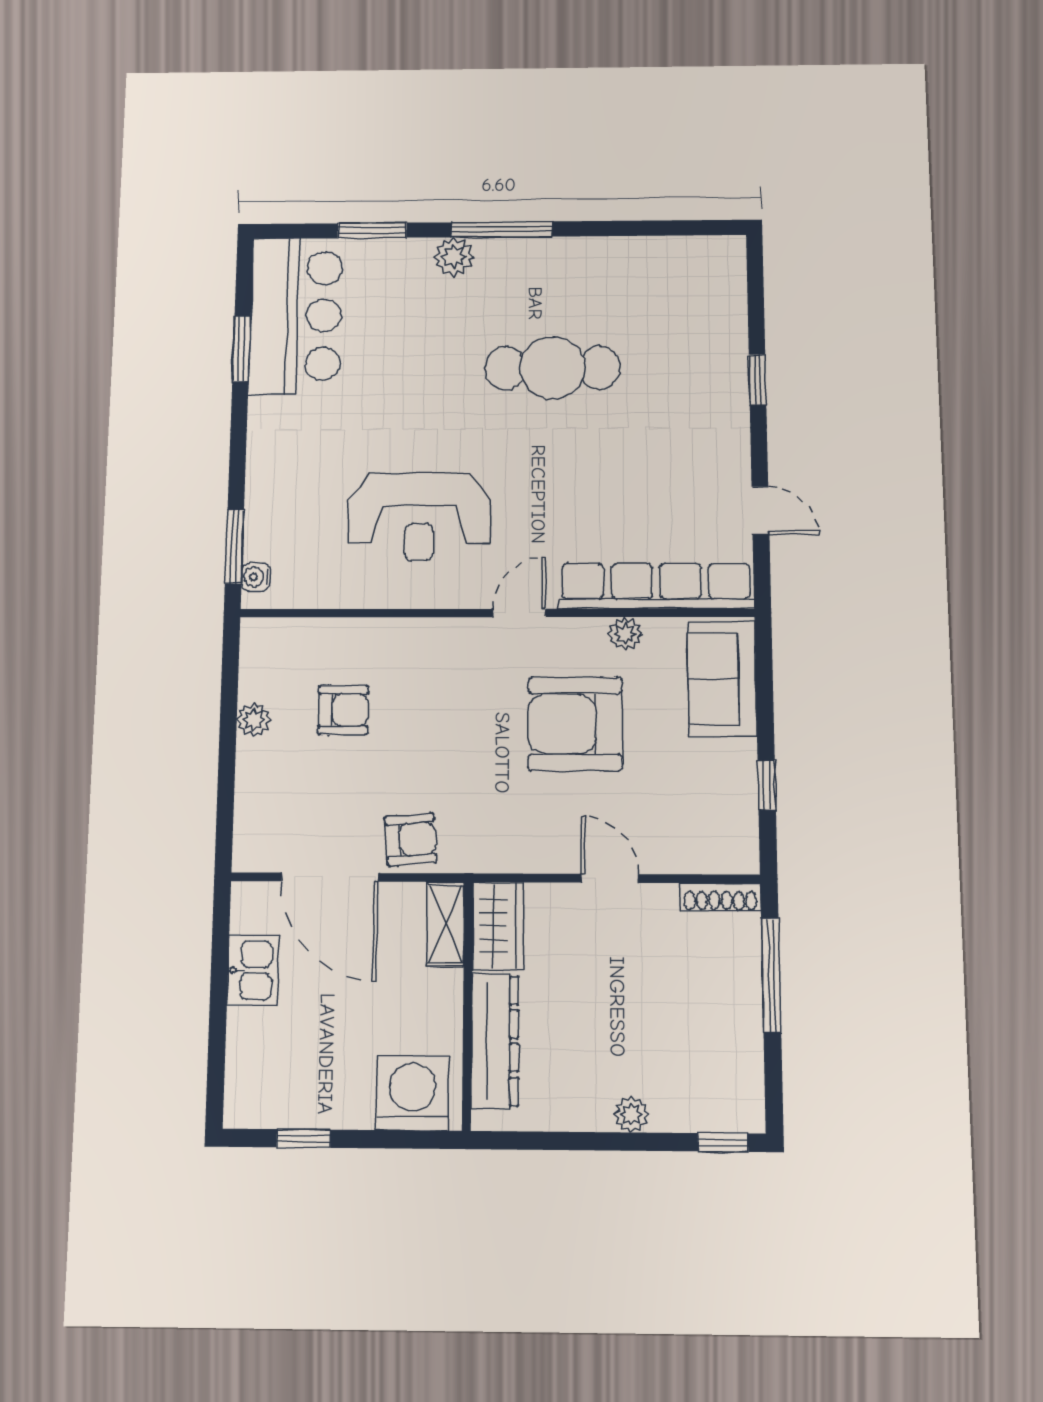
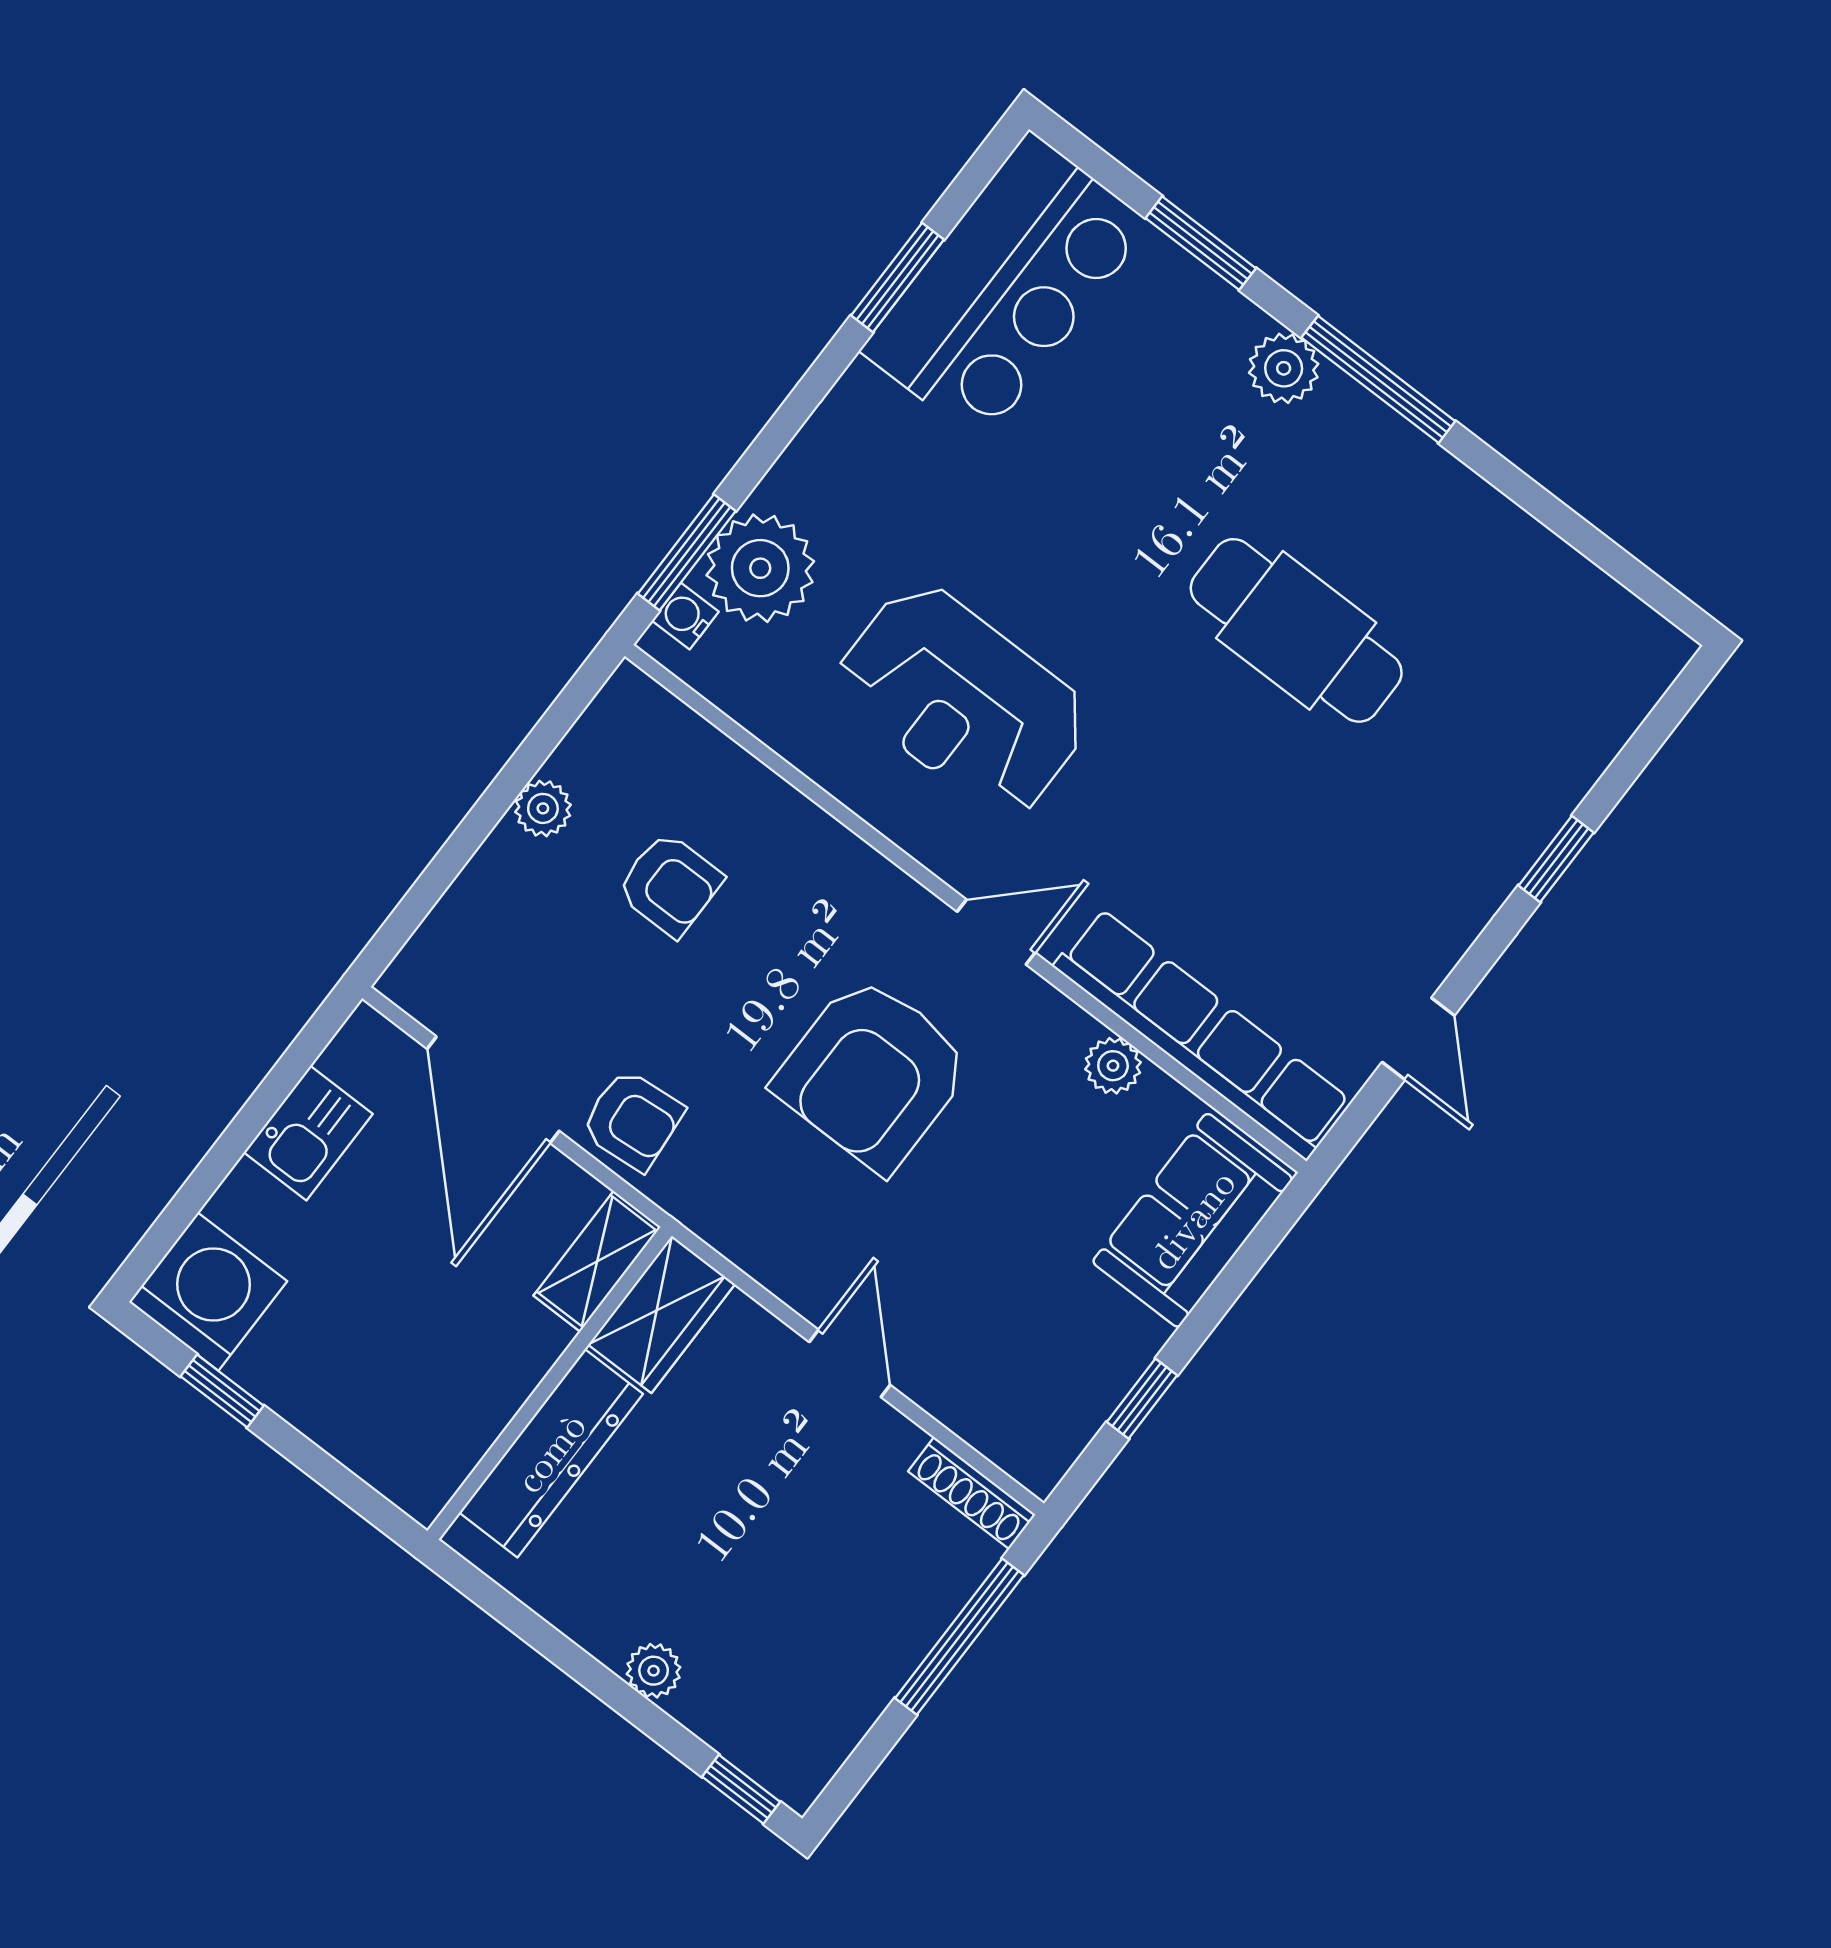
plant: (276, 528) -> (760, 568), added
armchair: (575, 724) -> (873, 1074), moved, turned -90
washing machine: (412, 1093) -> (208, 1292), moved

